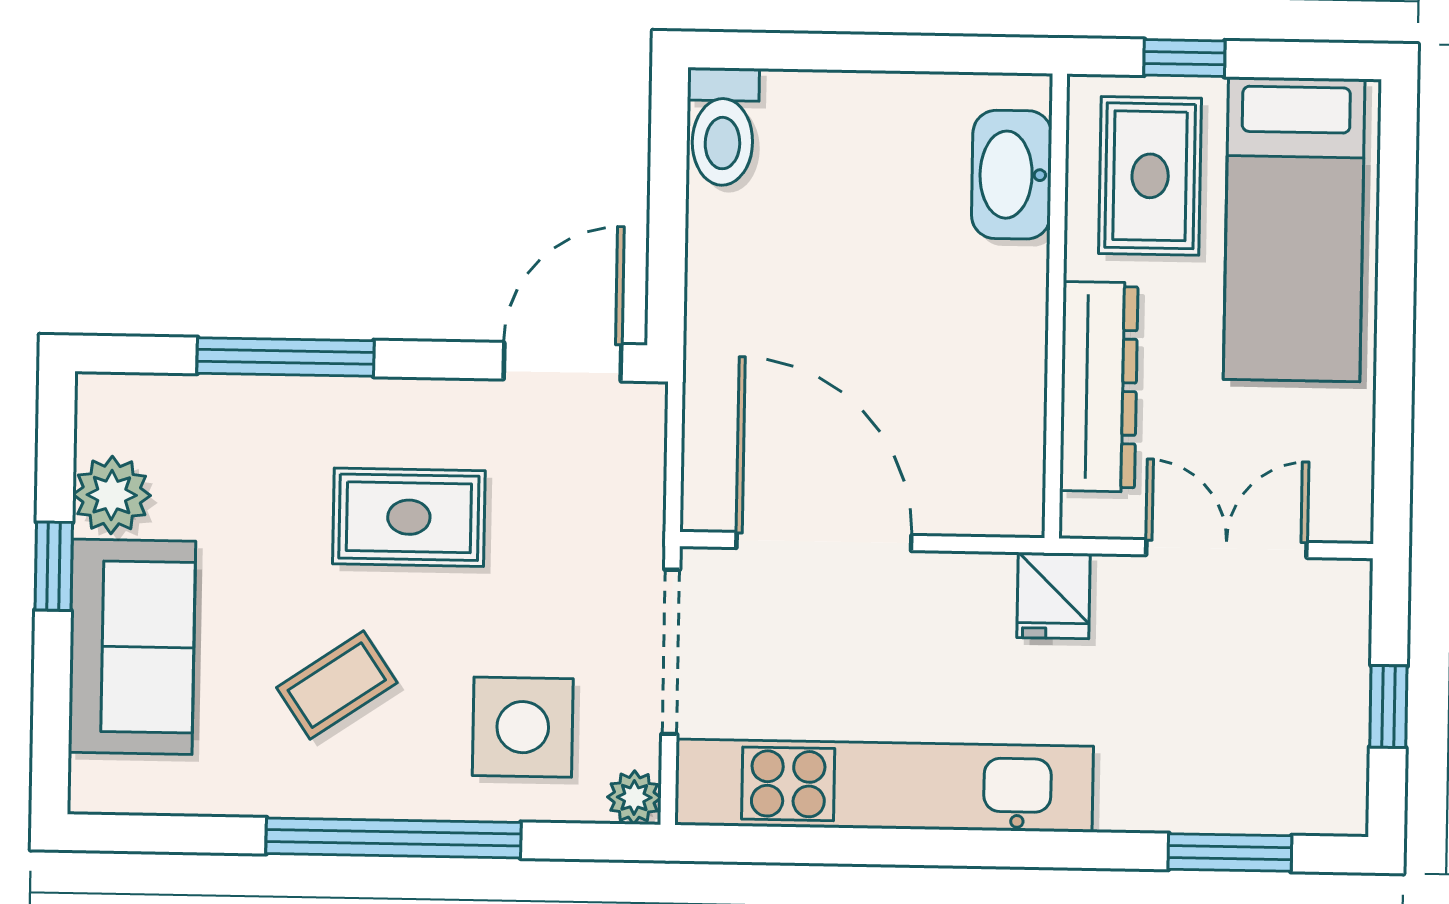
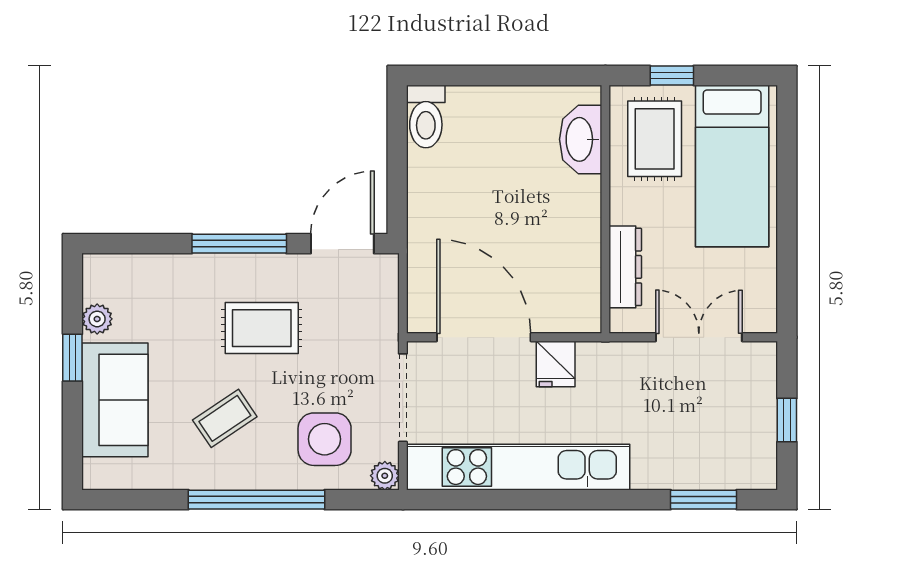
window: (285, 357) -> (239, 244), moved
dresser: (1099, 387) -> (625, 267), width x0.73, depth x0.80
plant: (112, 495) -> (97, 319), width x0.73, depth x0.73
fridge: (1053, 596) -> (556, 364), moved

